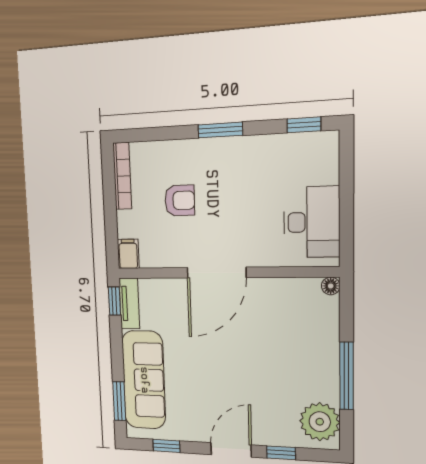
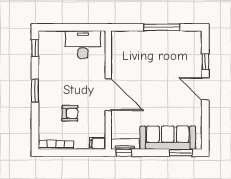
armchair: (180, 200) -> (70, 113), turned 90
floor lamp: (331, 286) -> (115, 35), removed
plant: (320, 422) -> (187, 41), removed
window: (166, 446) -> (205, 126), removed

